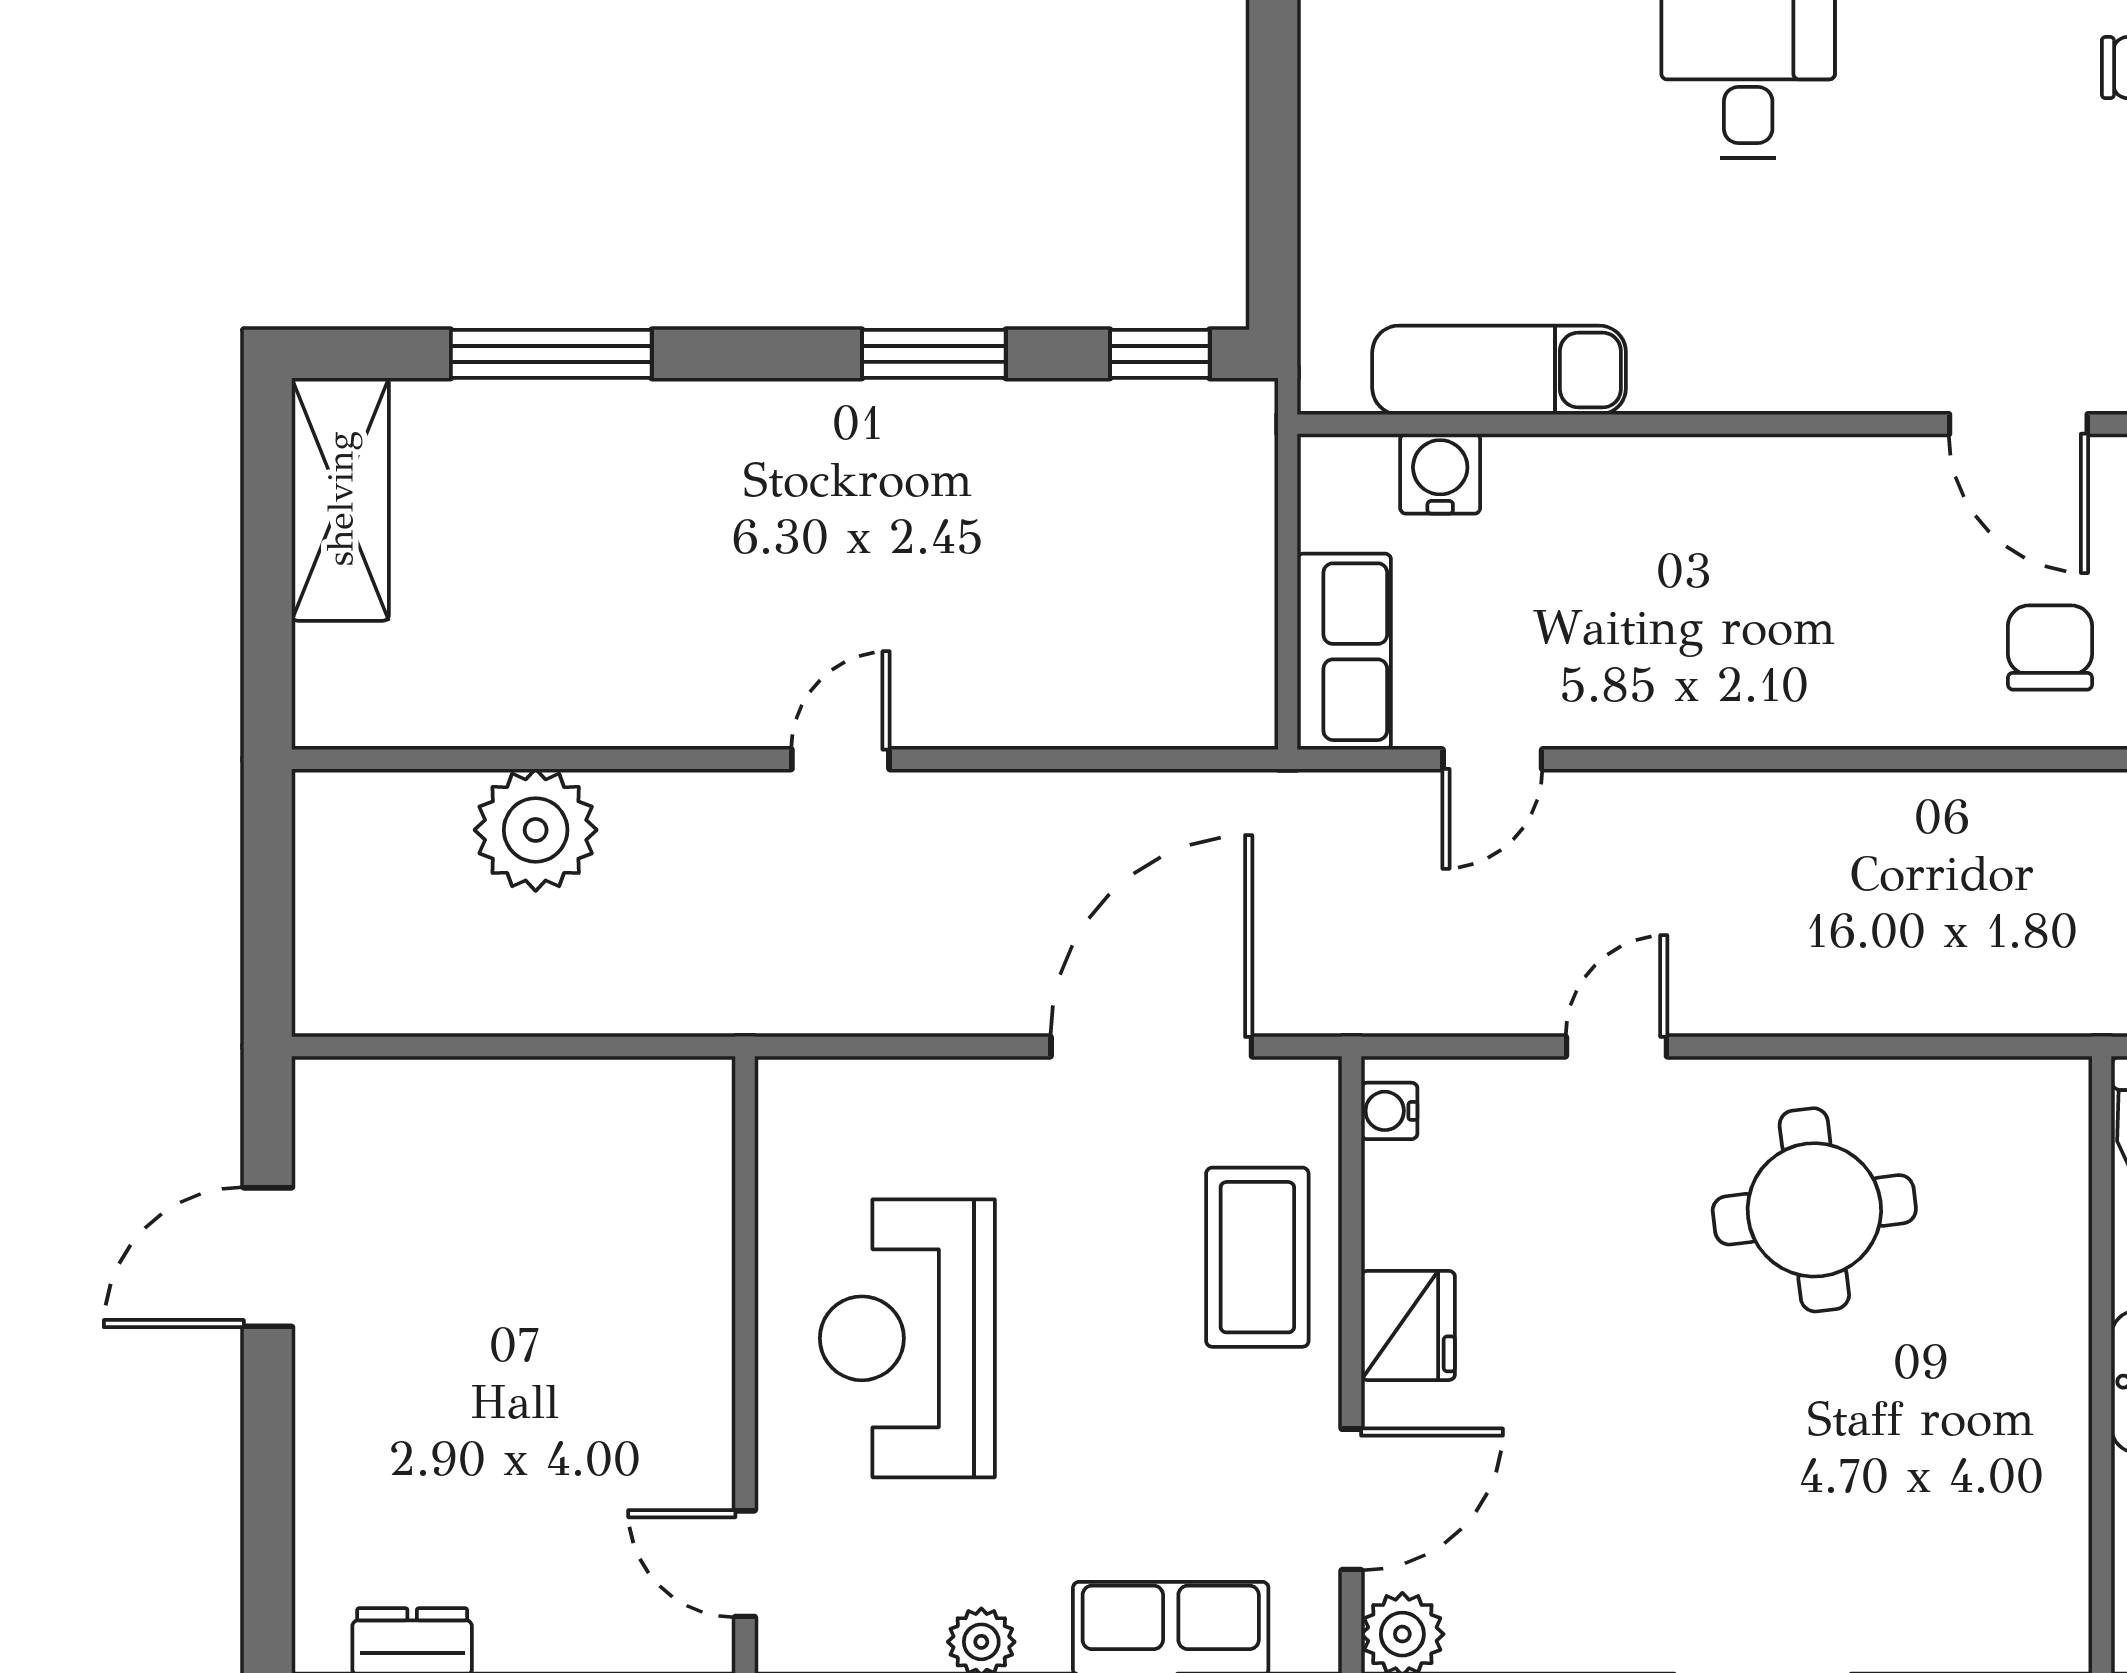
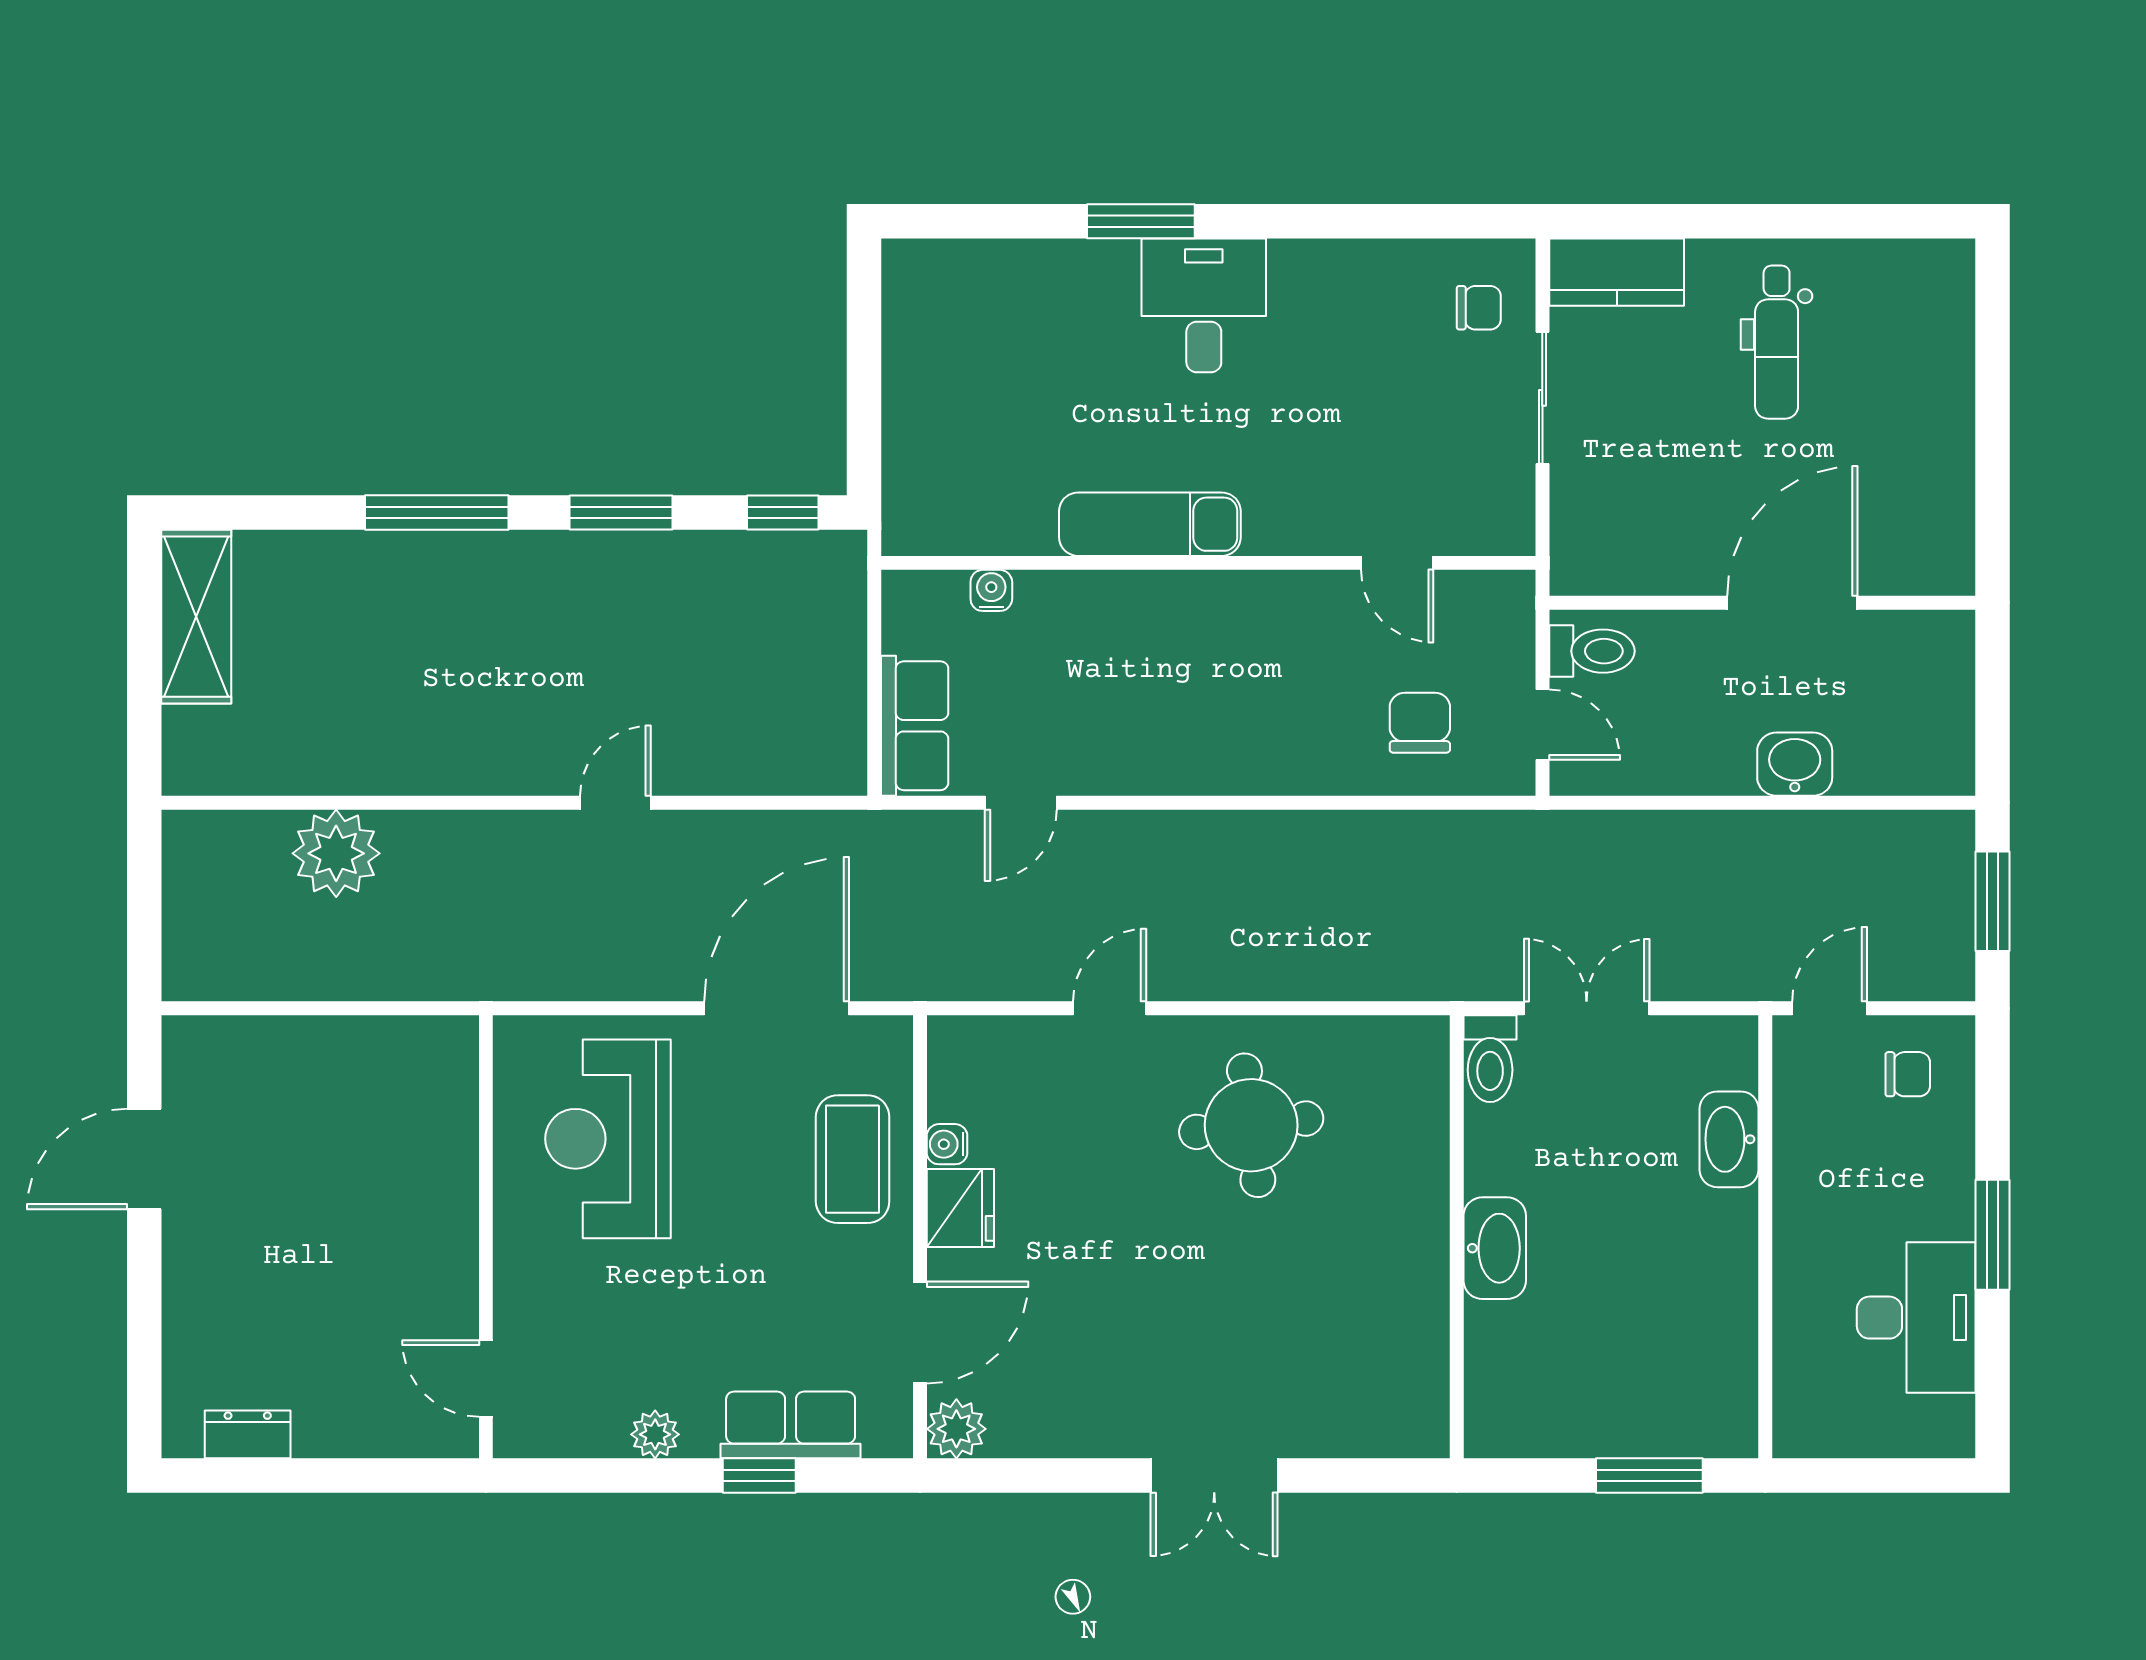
window: (551, 354) -> (437, 513), moved
exam couch: (1499, 370) -> (1150, 524), moved
door: (2018, 424) -> (1397, 563), width x0.73
water cooler: (1440, 474) -> (991, 590), width x0.72, depth x0.72
door: (840, 759) -> (615, 803), moved
water cooler: (1389, 1111) -> (947, 1144), moved
reception desk: (907, 1338) -> (608, 1139), moved

